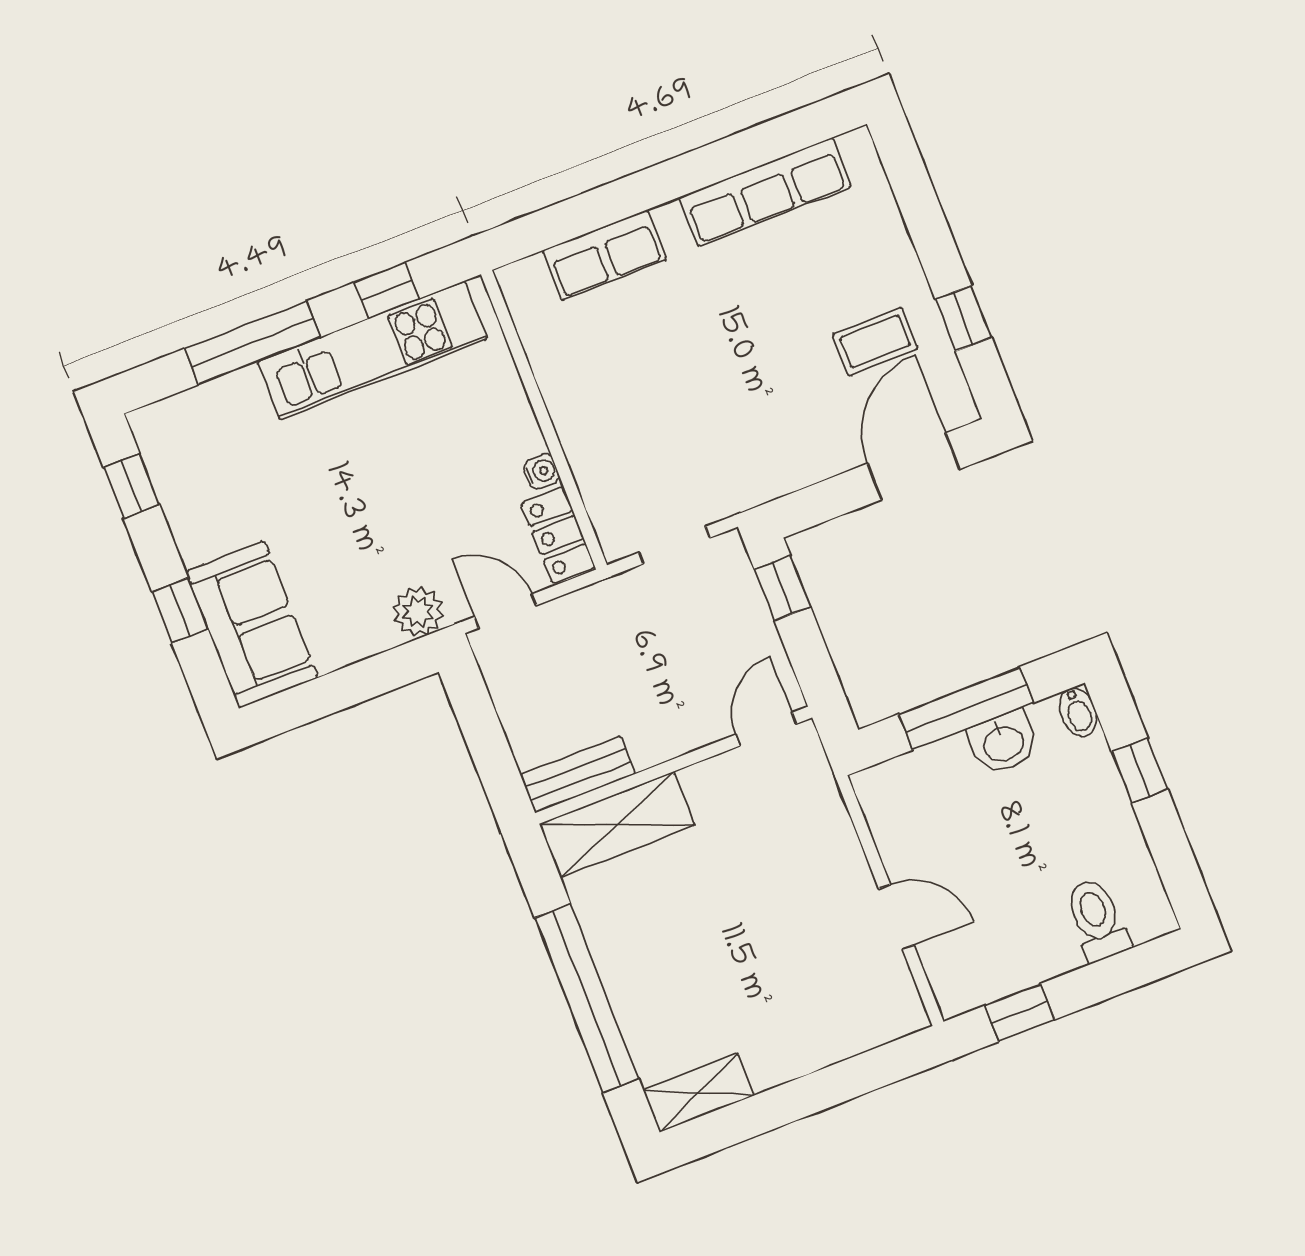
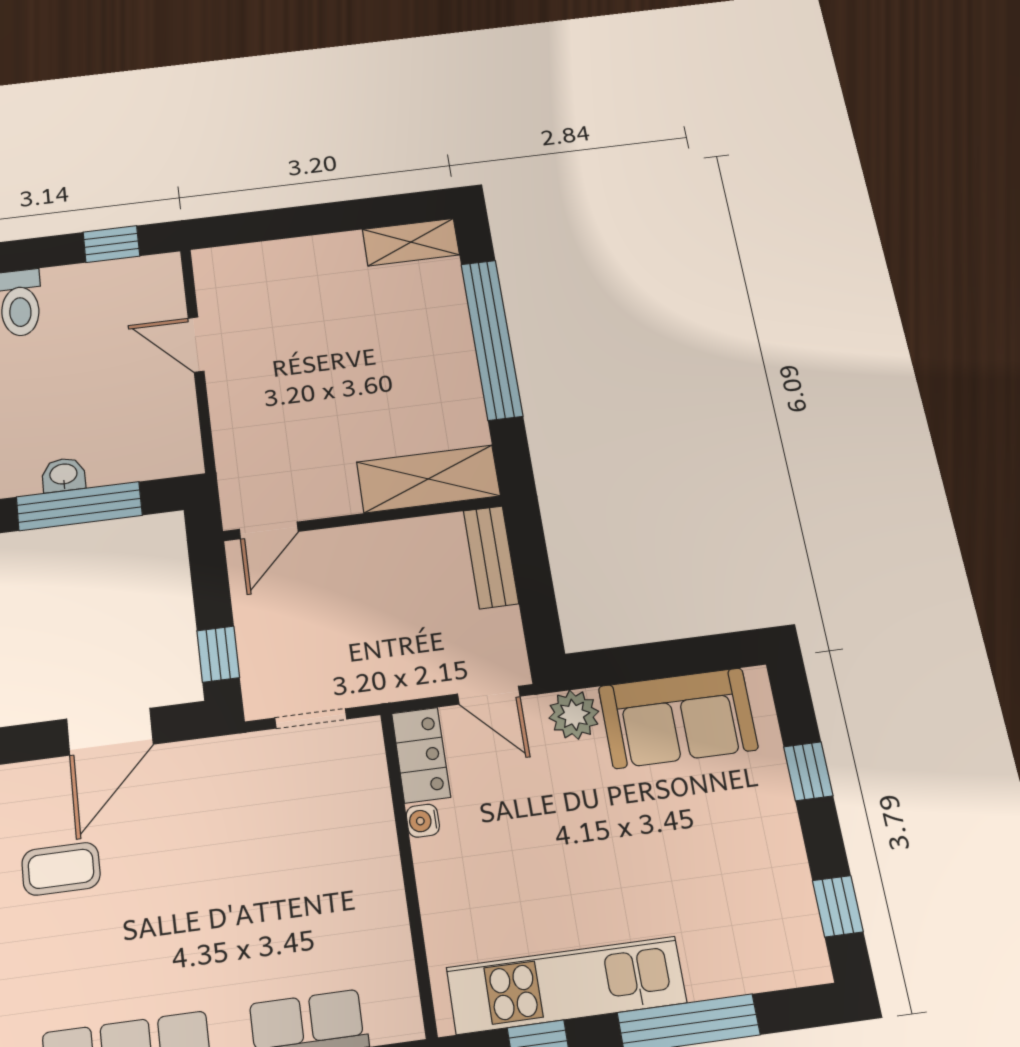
door: (913, 466) -> (110, 732), moved
sofa: (252, 625) -> (678, 718), moved, turned -90
washbasin: (1003, 743) -> (64, 475), width x0.72, depth x0.69
bench: (578, 774) -> (491, 557), moved, turned 90

